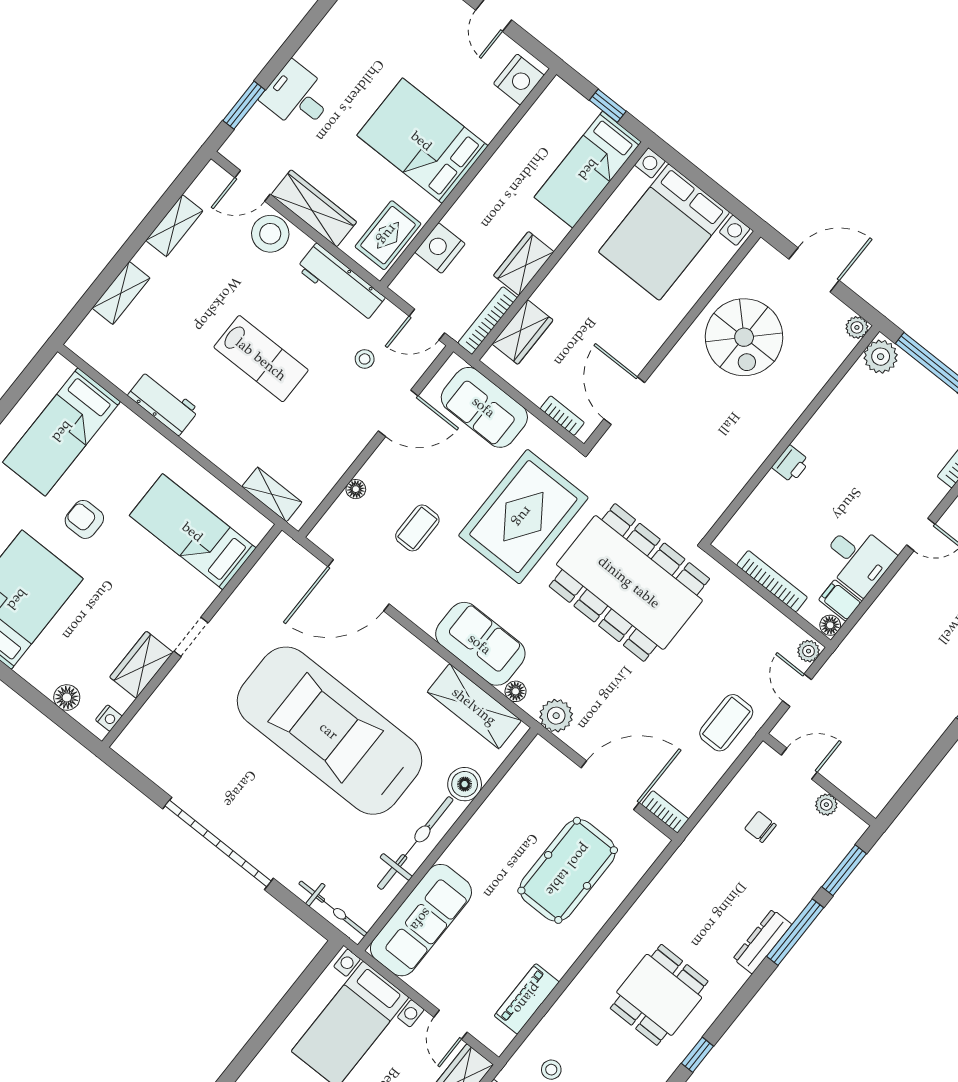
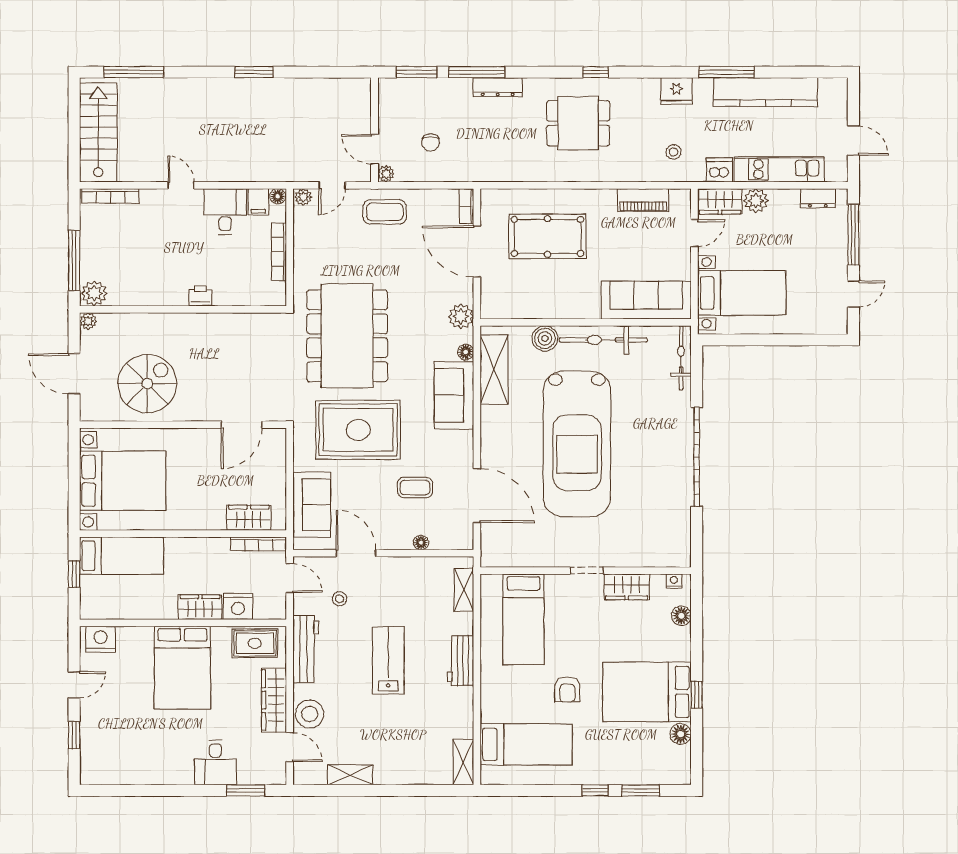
wardrobe: (524, 264) -> (200, 607), moved, turned 180
shelving: (121, 293) -> (463, 762), moved, turned 90
workbench: (163, 403) -> (461, 661), moved
bookcase: (562, 416) -> (280, 455), removed
plant: (826, 805) -> (386, 174), moved

